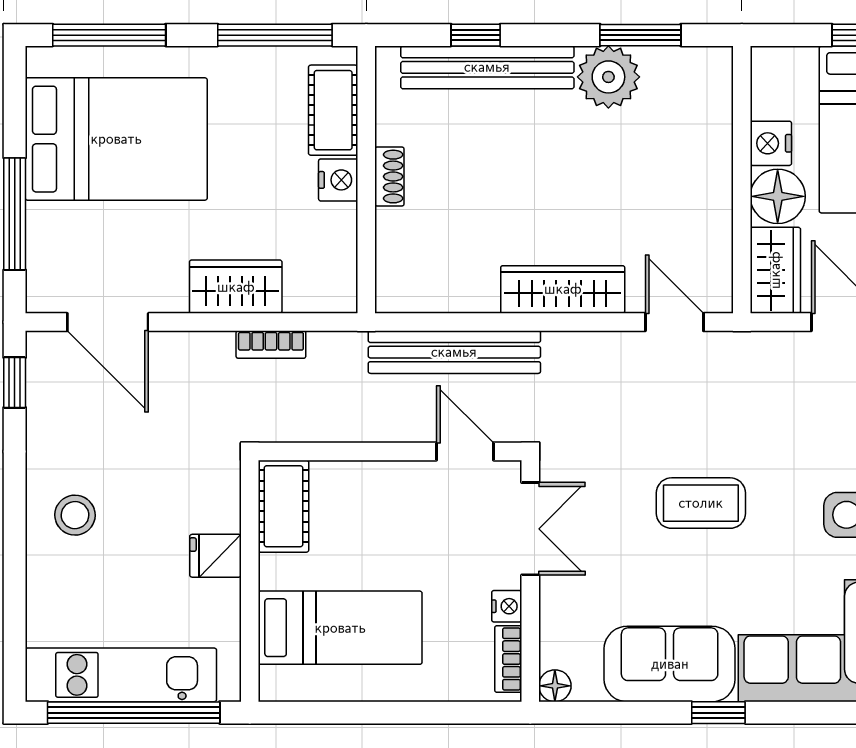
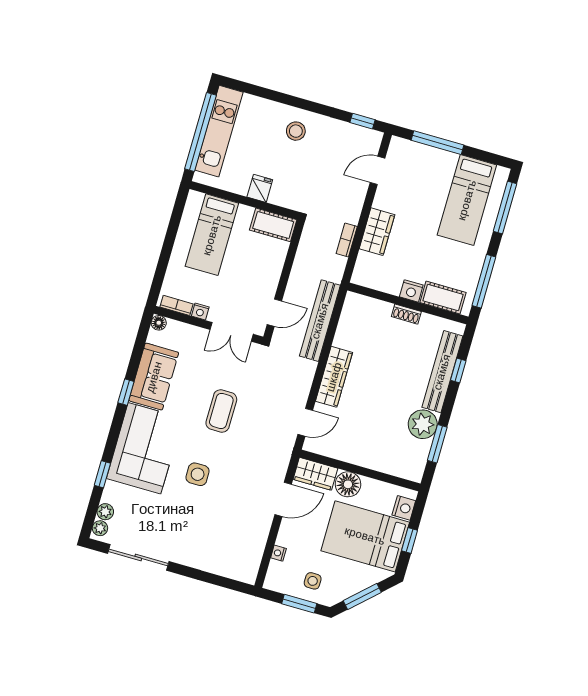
bed: (116, 139) -> (467, 200), width x0.67
nightstand: (771, 143) -> (404, 508), moved, turned 90
door: (108, 322) -> (378, 170), width x0.73

